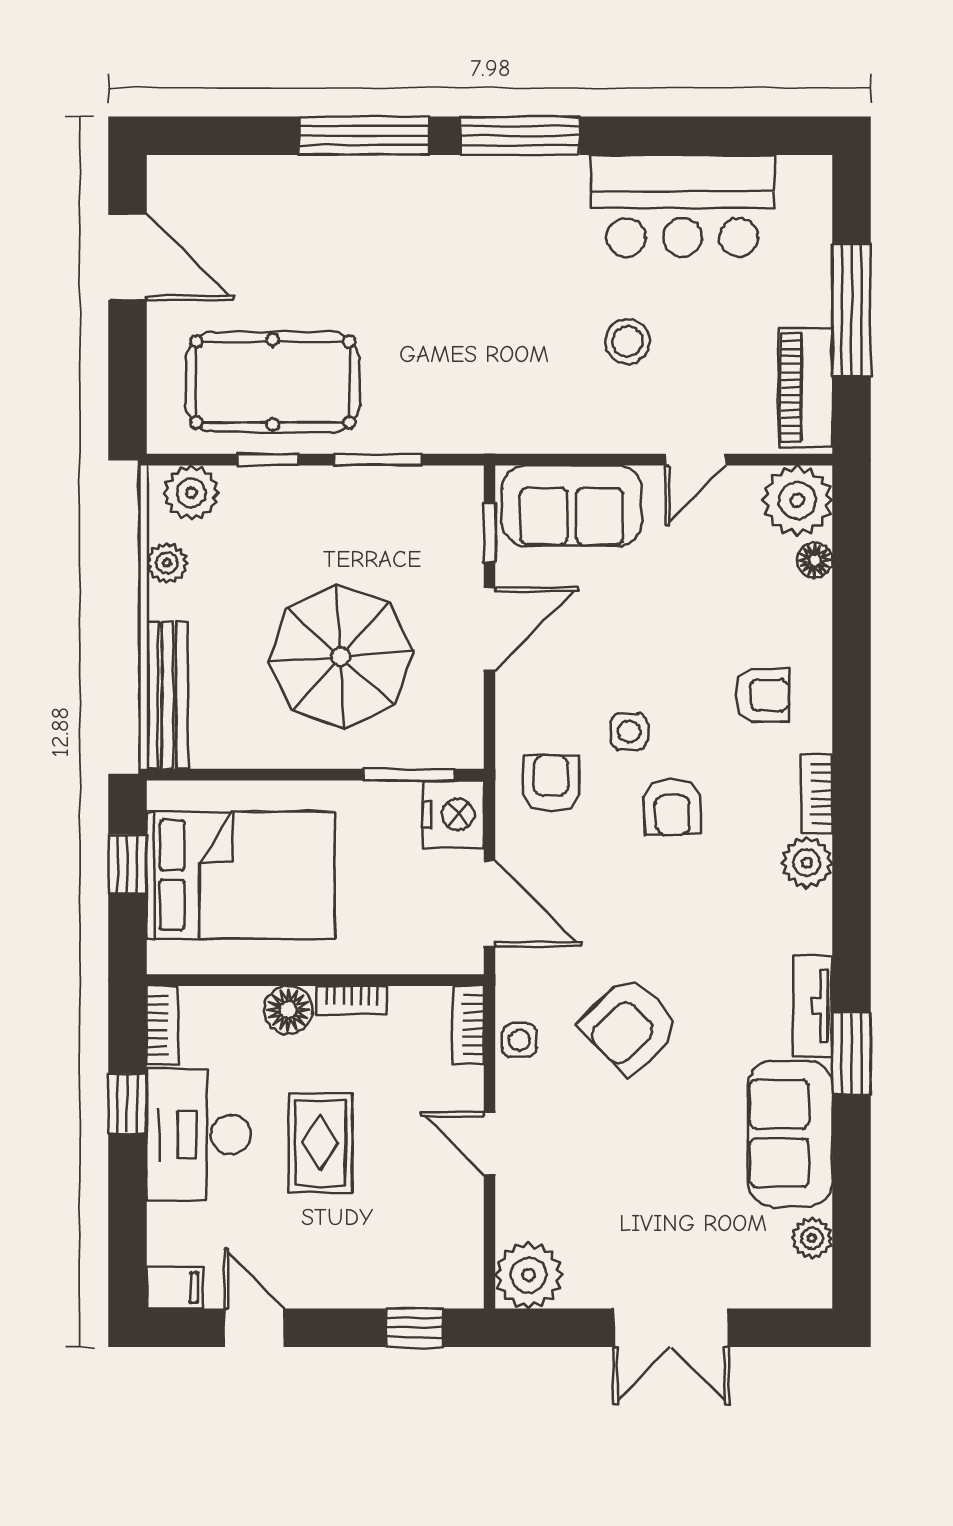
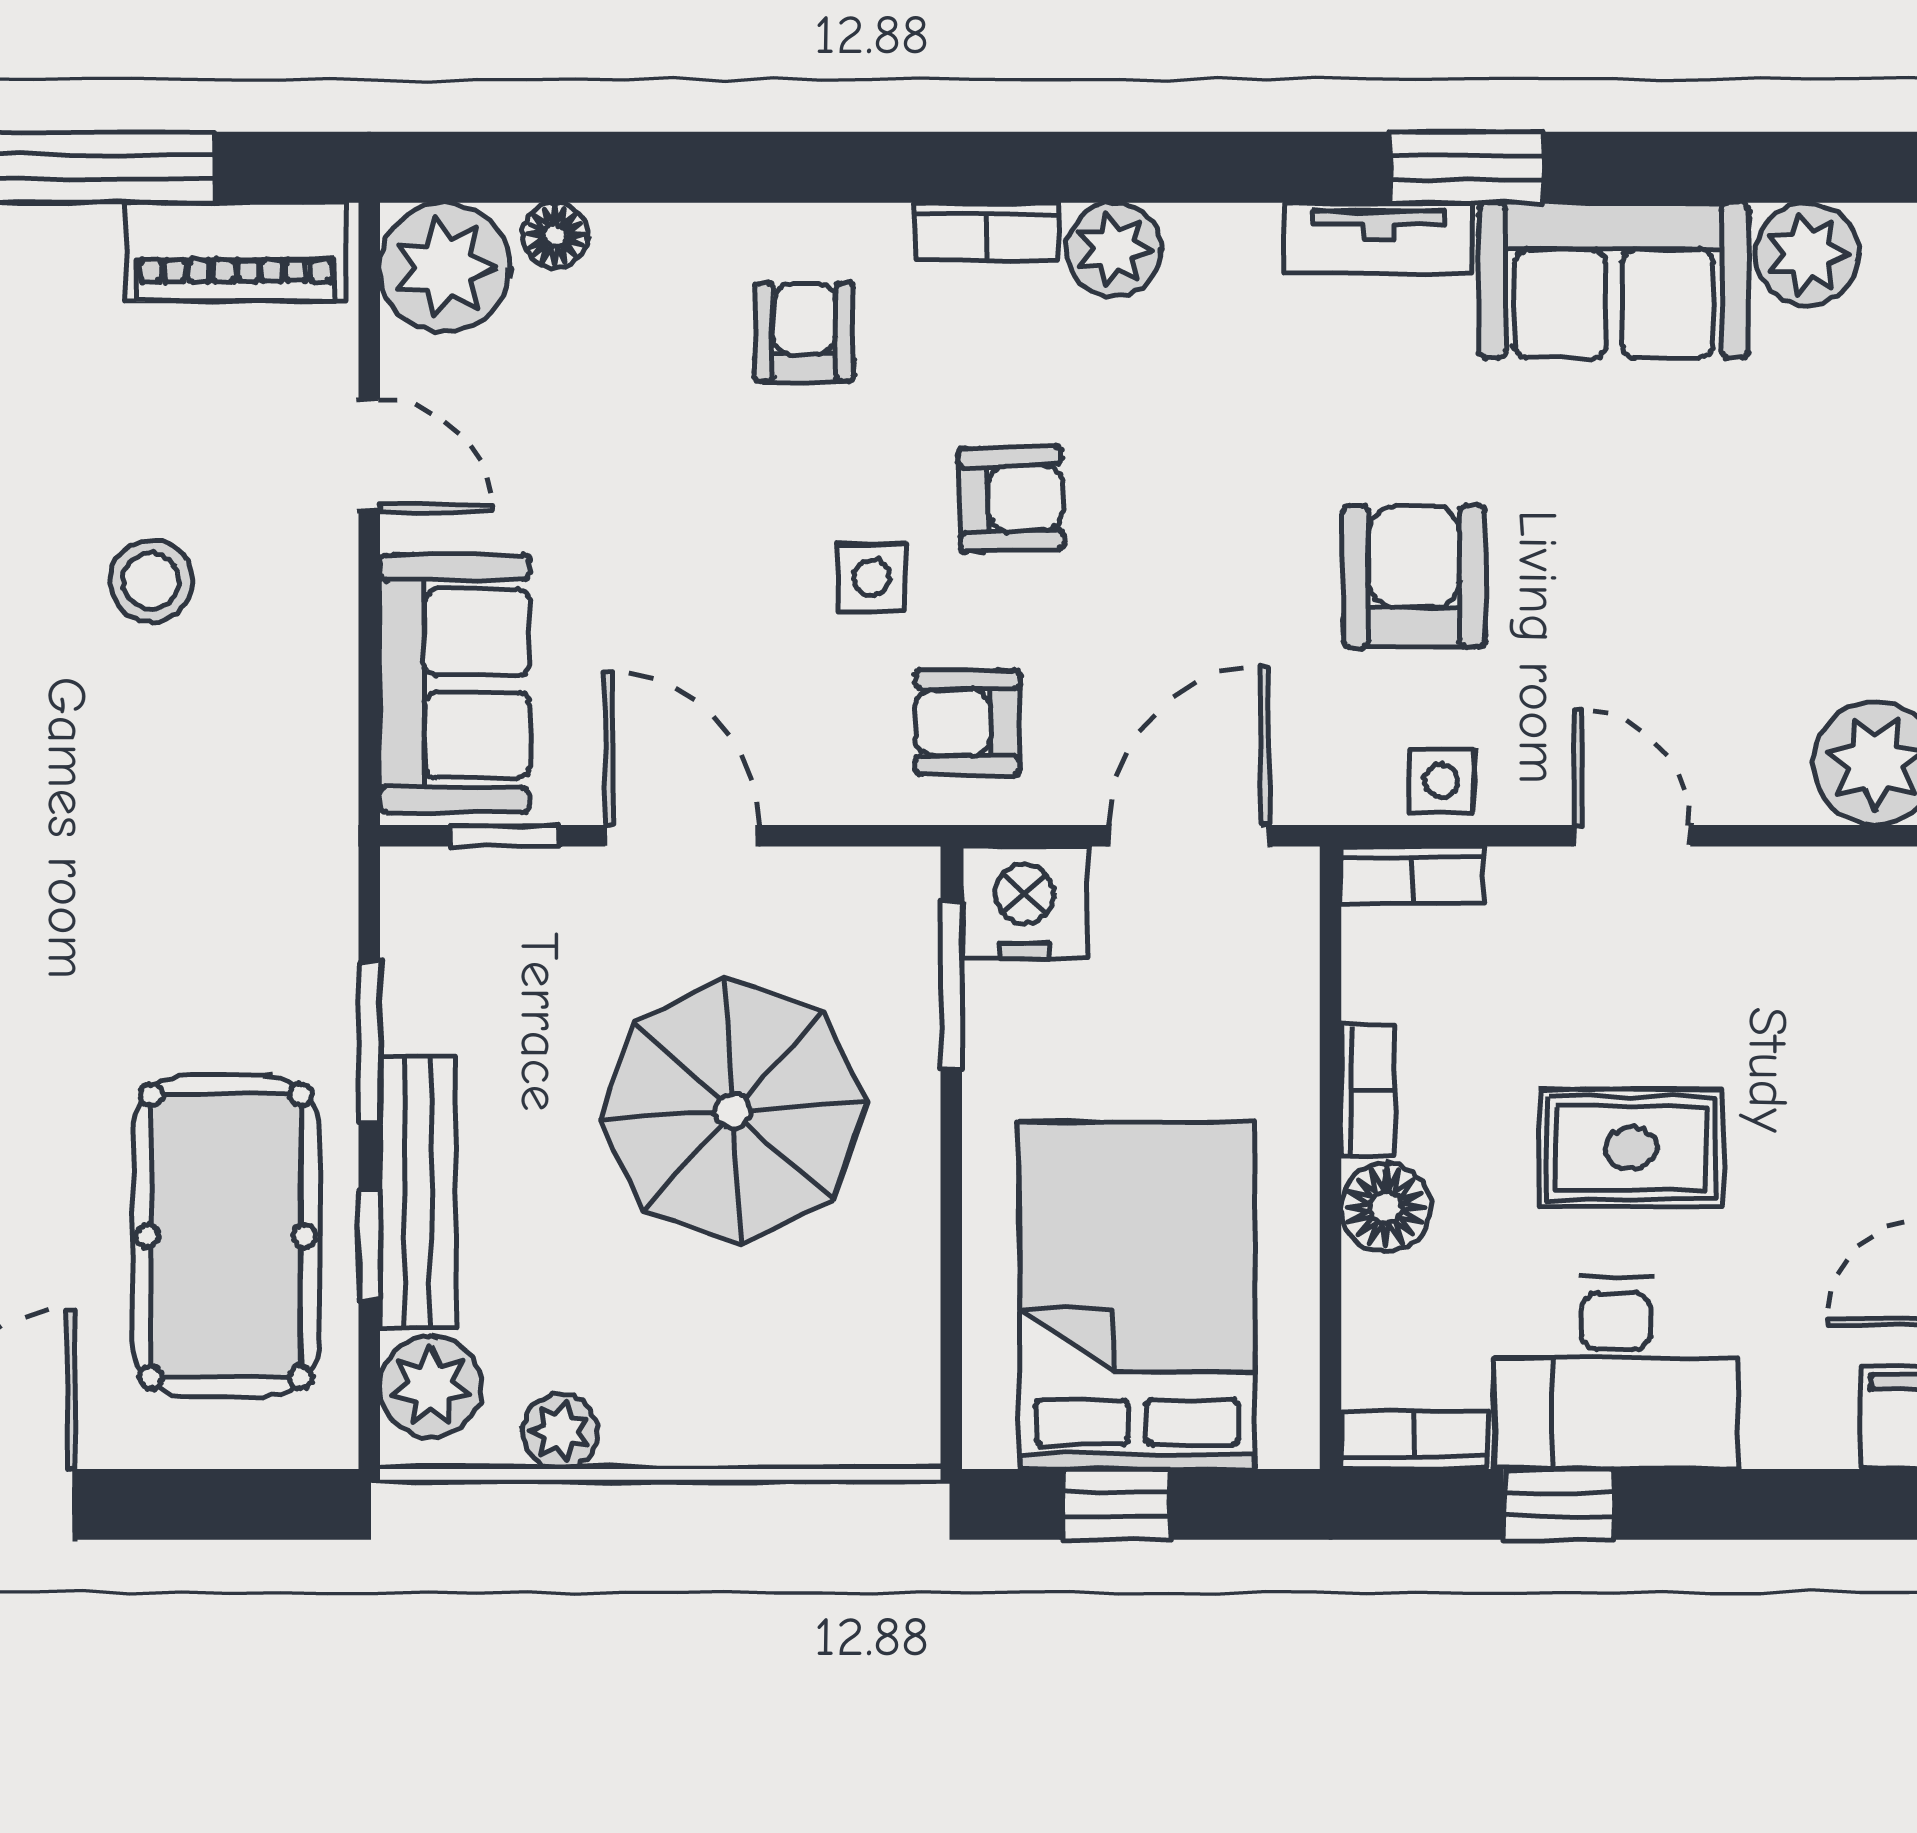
bench: (167, 695) -> (418, 1193), moved, turned 90
armchair: (630, 1025) -> (1414, 576), turned -136
door: (490, 1143) -> (1632, 836), swing flipped
plant: (812, 1238) -> (1807, 254), width x1.38, depth x1.38

